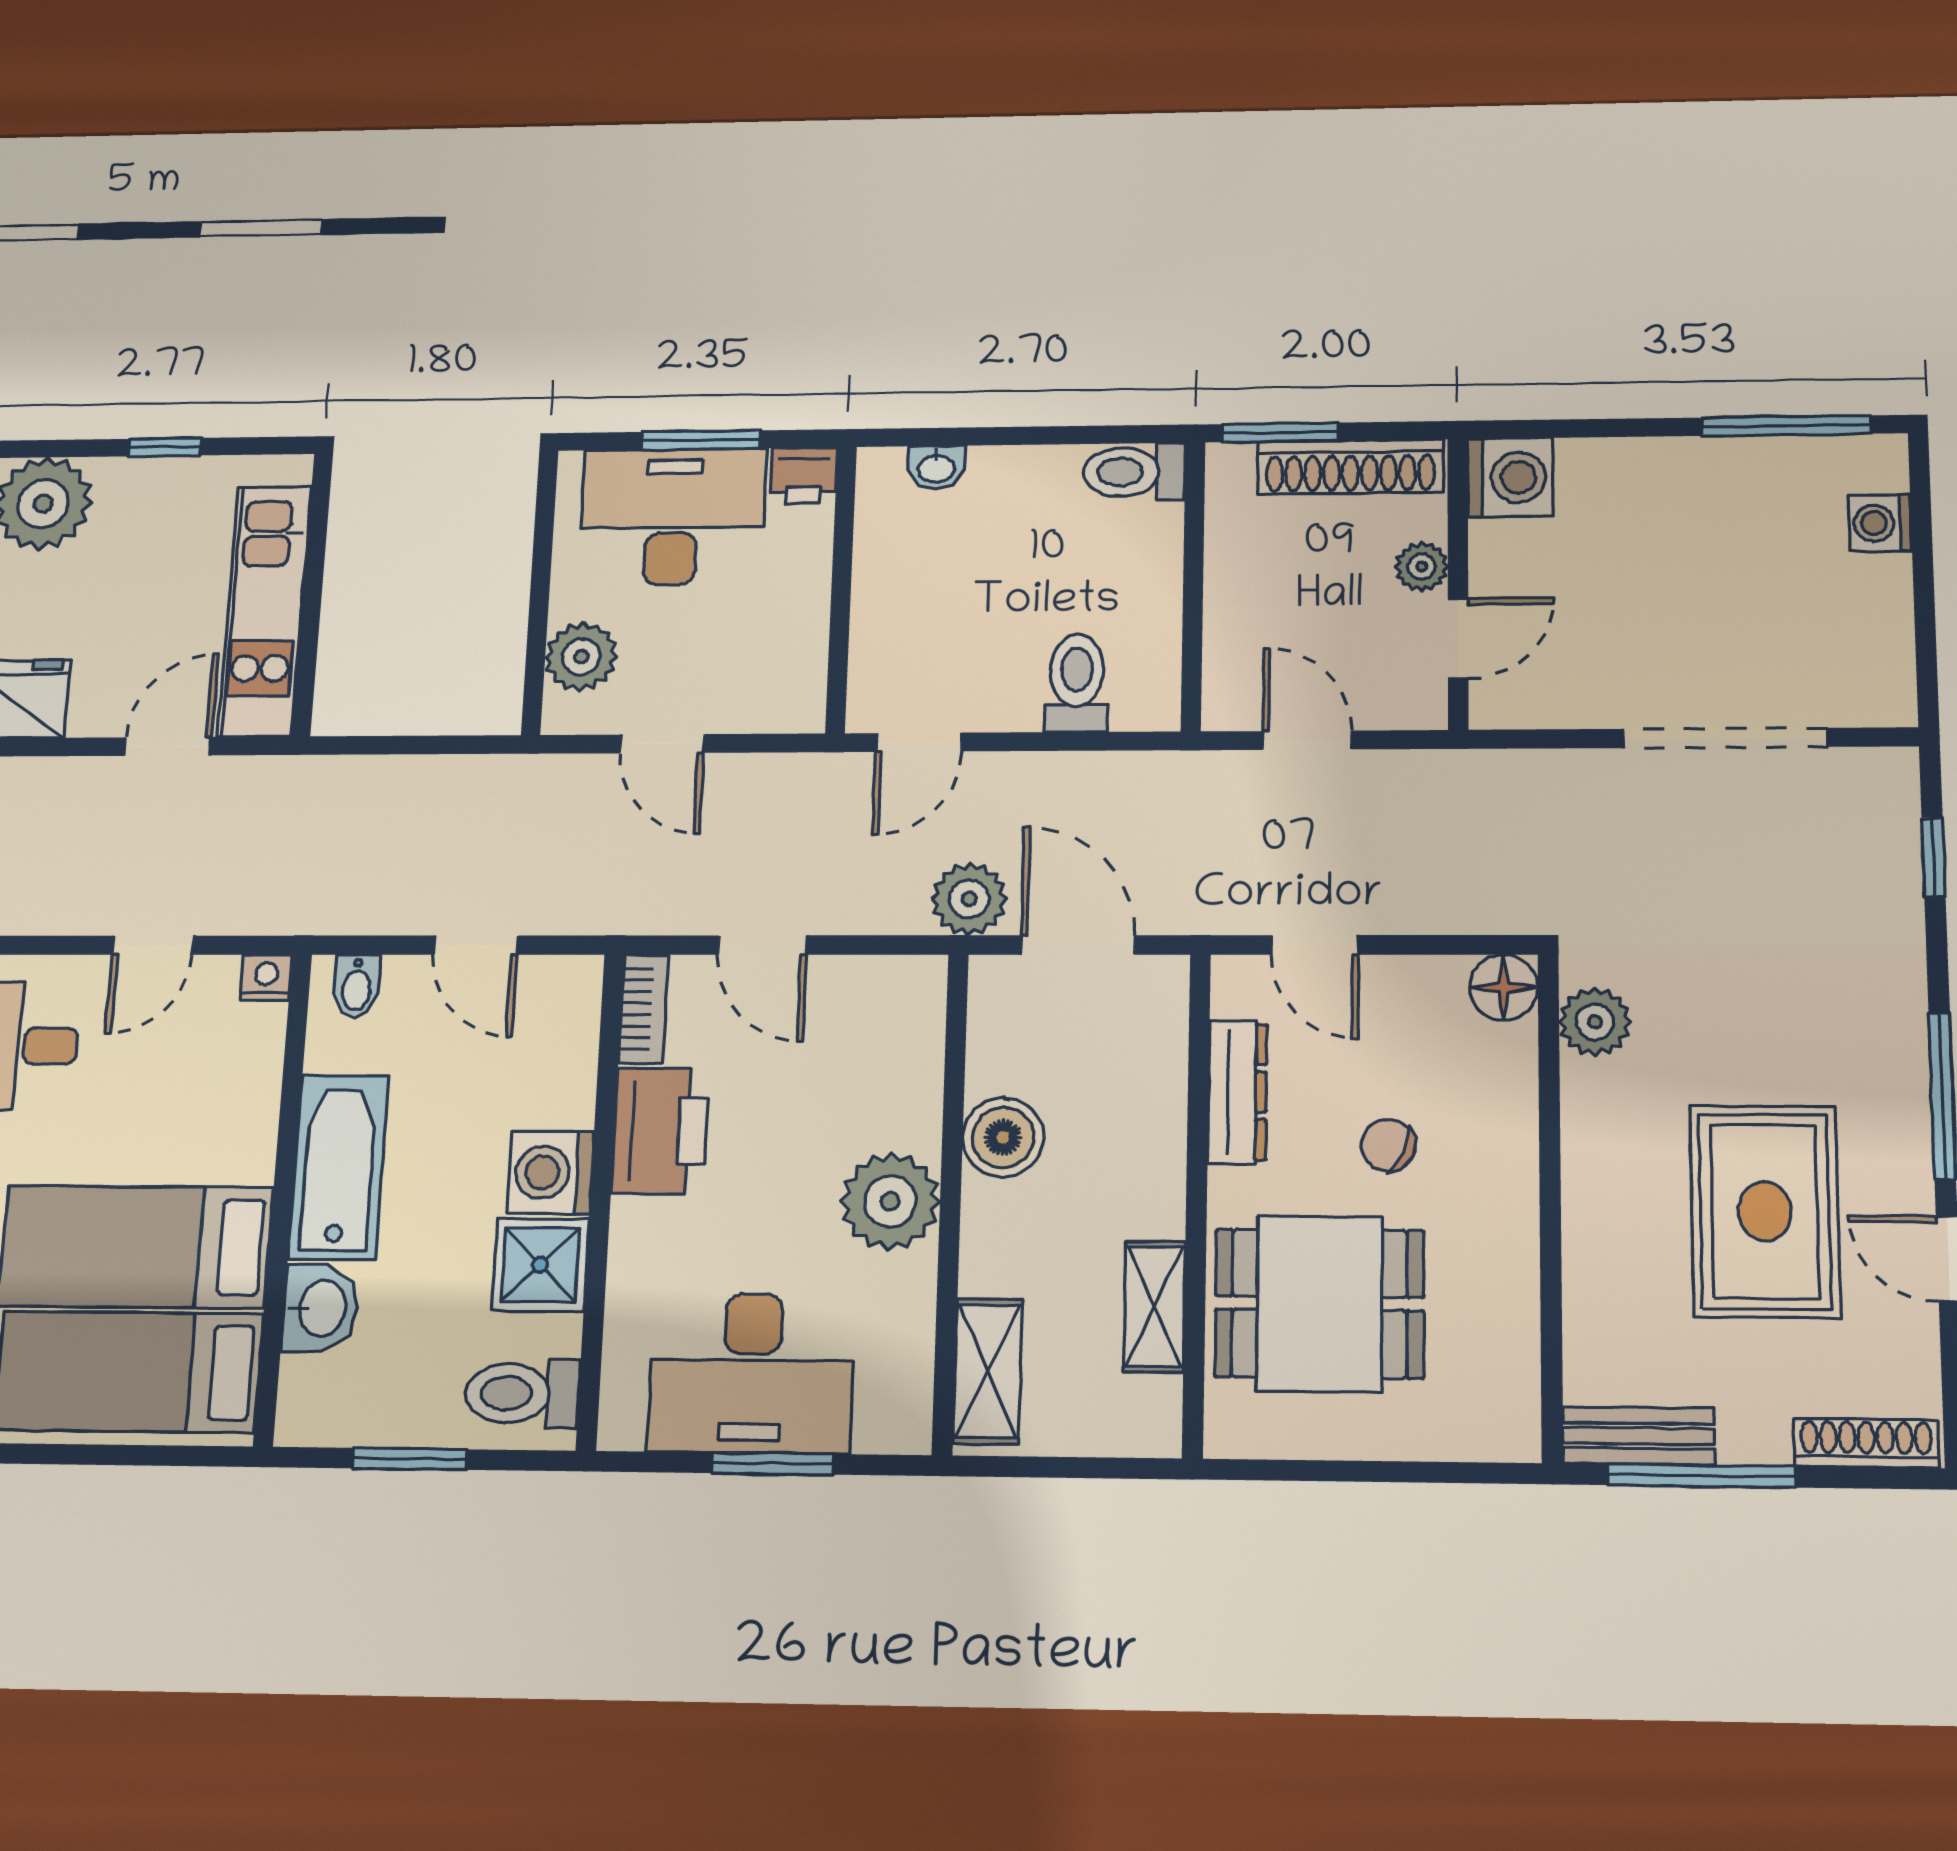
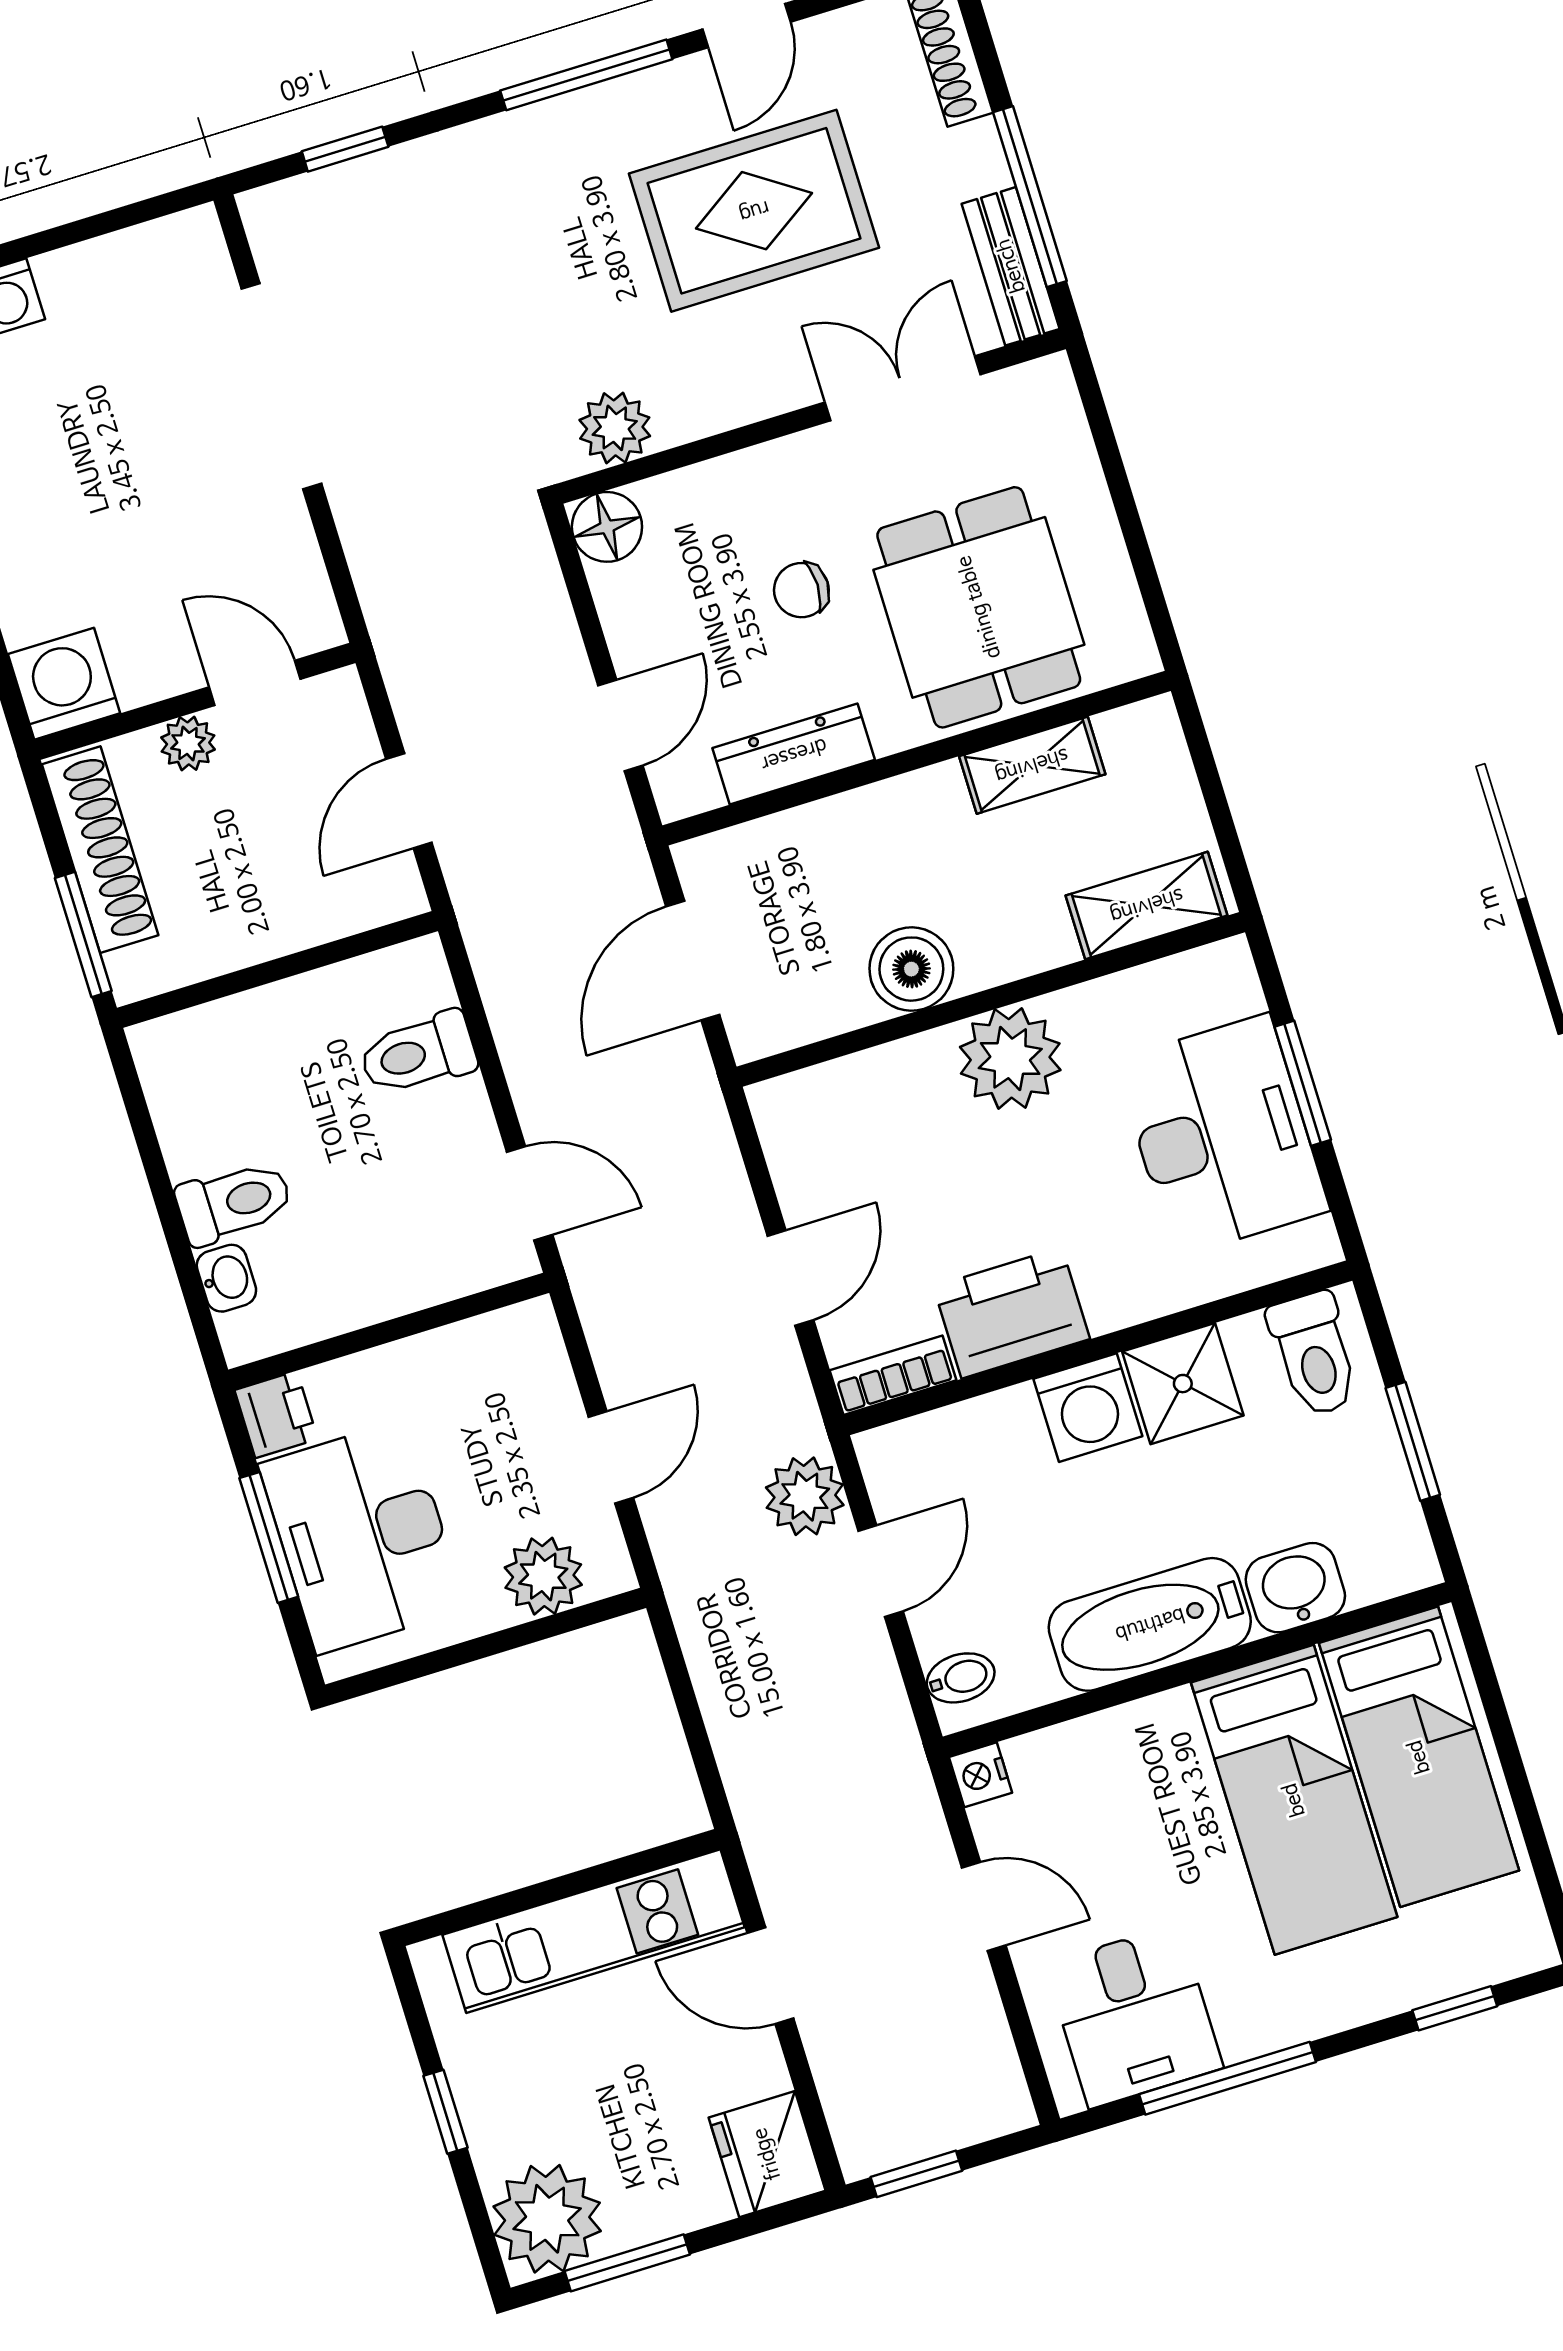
toilet: (1134, 472) -> (234, 1202), moved, turned -90
plant: (969, 899) -> (805, 1496), moved
chair: (1388, 1145) -> (801, 590), turned 66
double door: (1551, 1297) -> (903, 388), added

